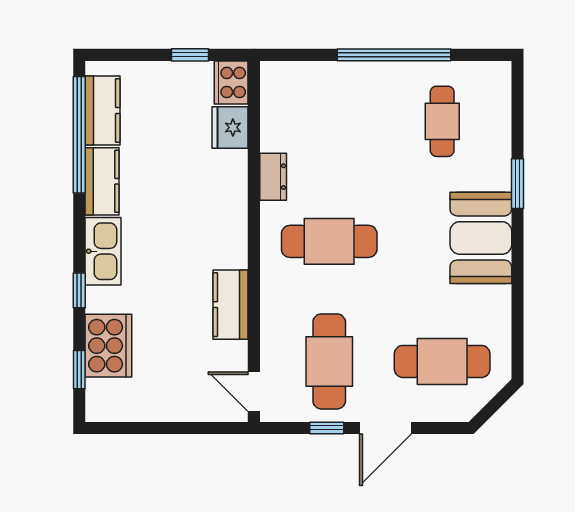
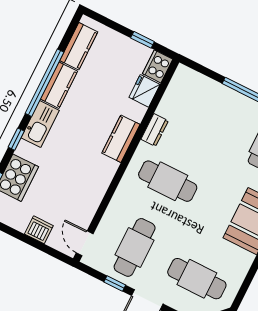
window: (79, 135) -> (44, 83), moved
kitchen counter: (231, 305) -> (121, 139), moved
dishwasher: (178, 405) -> (39, 230), added

